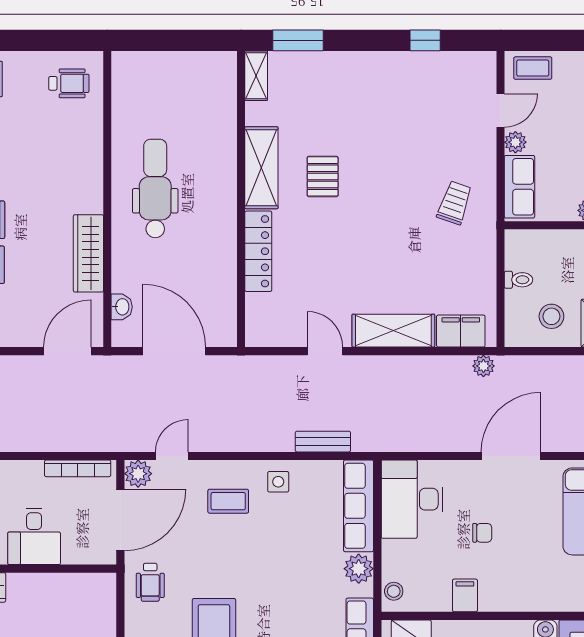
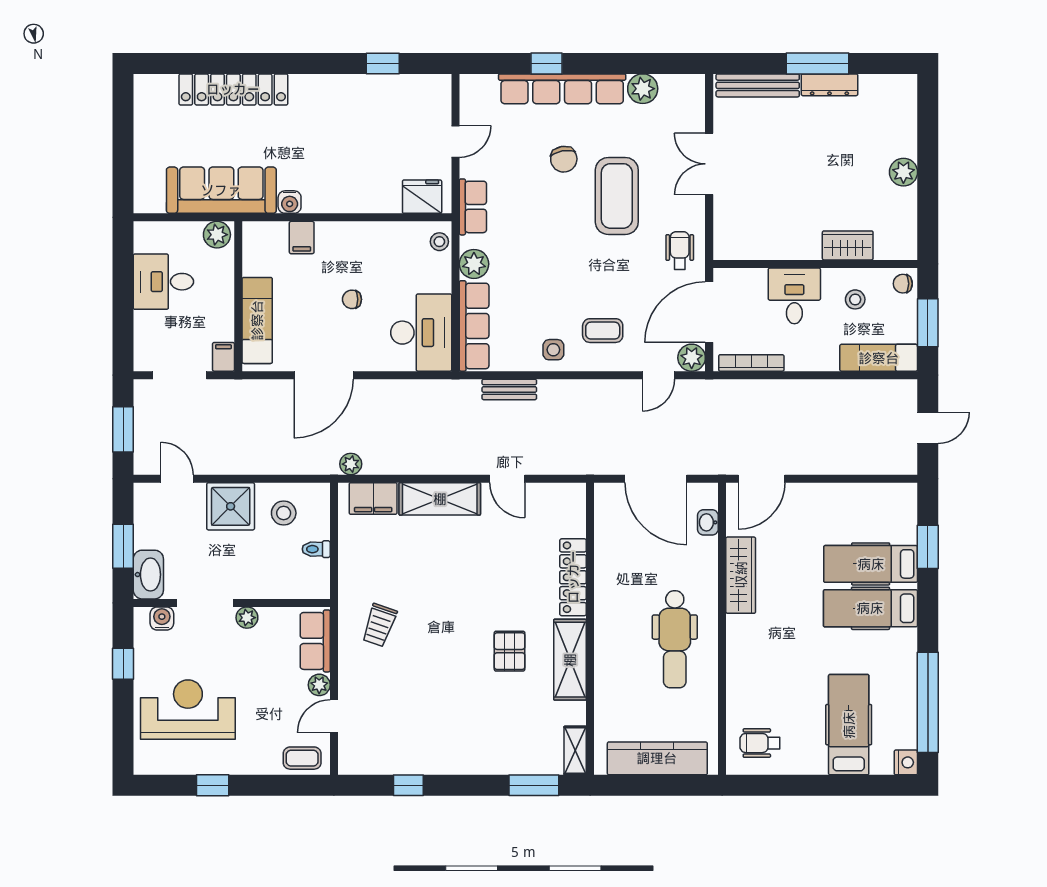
kitchen counter: (173, 68) -> (657, 758), added
filing cabinet: (465, 595) -> (302, 238), moved

